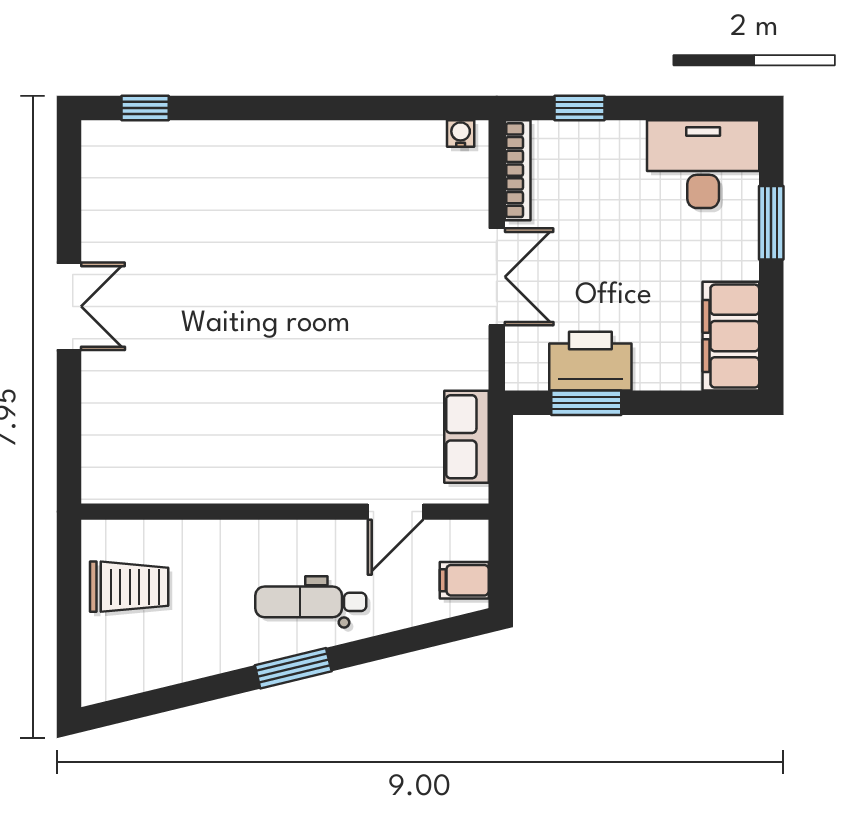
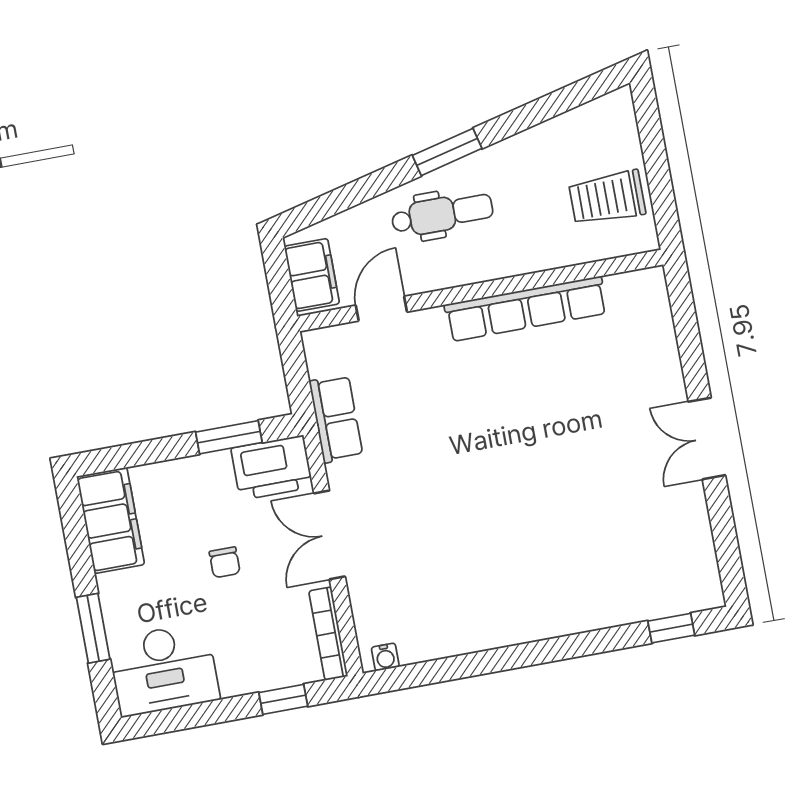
chair: (616, 268) -> (225, 562), added
printer: (590, 361) -> (272, 468), moved
row of seats: (467, 437) -> (336, 419), moved
row of seats: (239, 483) -> (526, 309), added
filing cabinet: (464, 580) -> (312, 275), width x2.00

